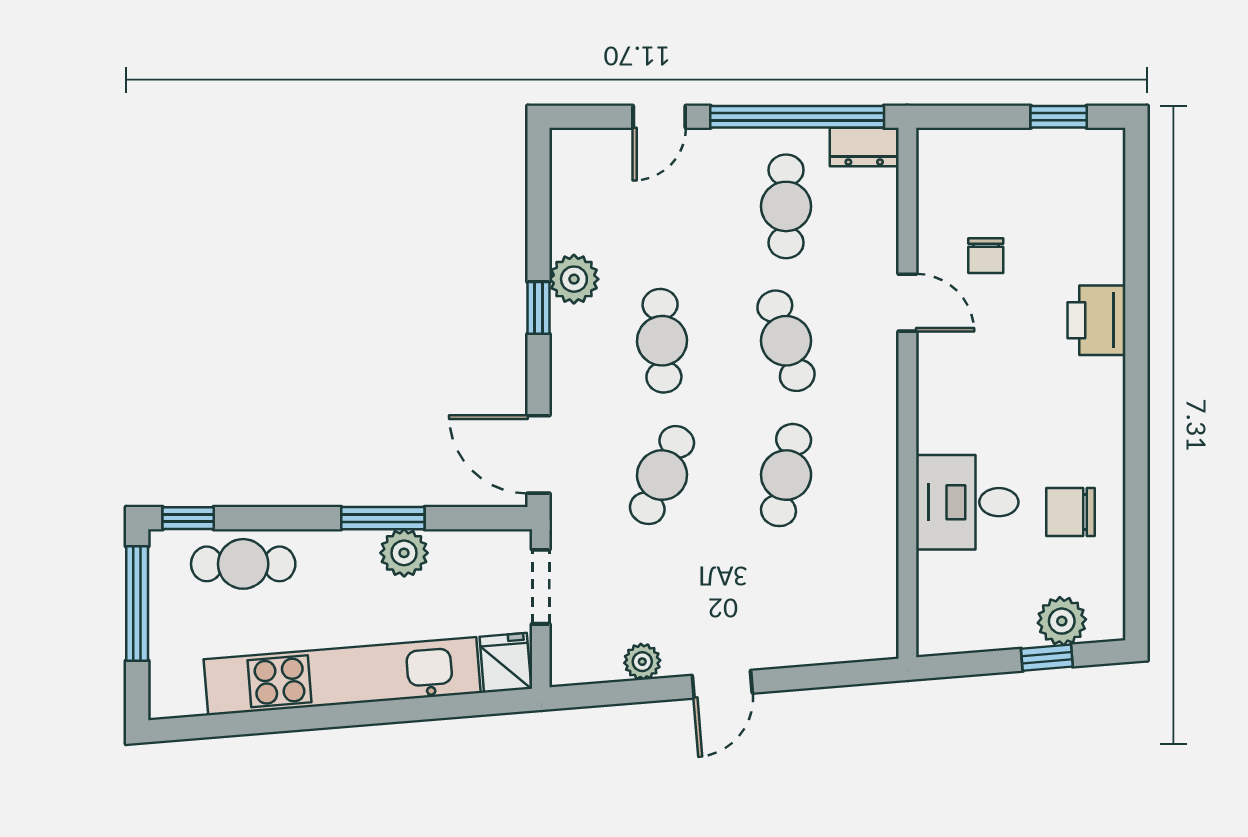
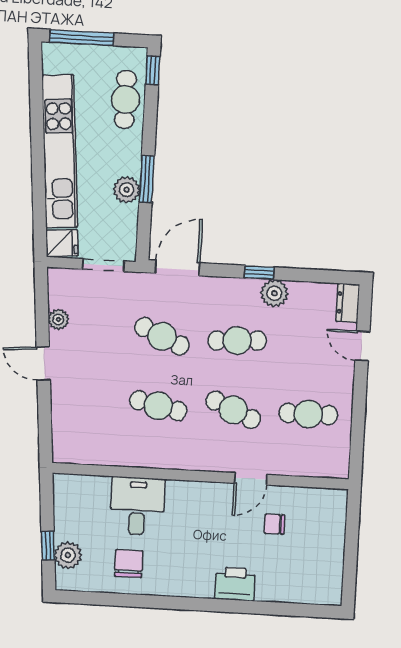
window: (797, 117) -> (358, 423), removed
window: (1059, 117) -> (350, 569), removed
dresser: (864, 147) -> (348, 303), moved
cafe table: (786, 341) -> (233, 410), turned 42
window: (137, 604) -> (82, 38), moved

